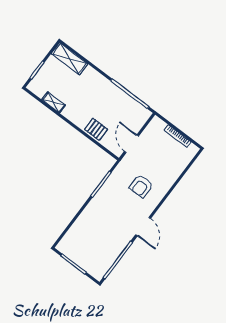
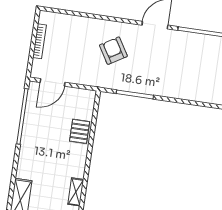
door: (131, 144) -> (52, 82), moved
armchair: (141, 186) -> (113, 51), turned -121

